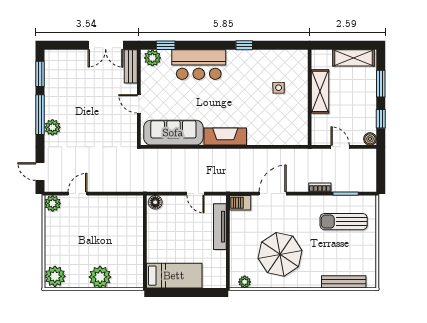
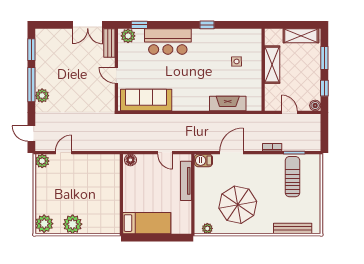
fireplace: (225, 137) -> (228, 103), moved
sun lounger: (344, 222) -> (292, 177), turned 90
plant: (100, 277) -> (73, 224), moved

